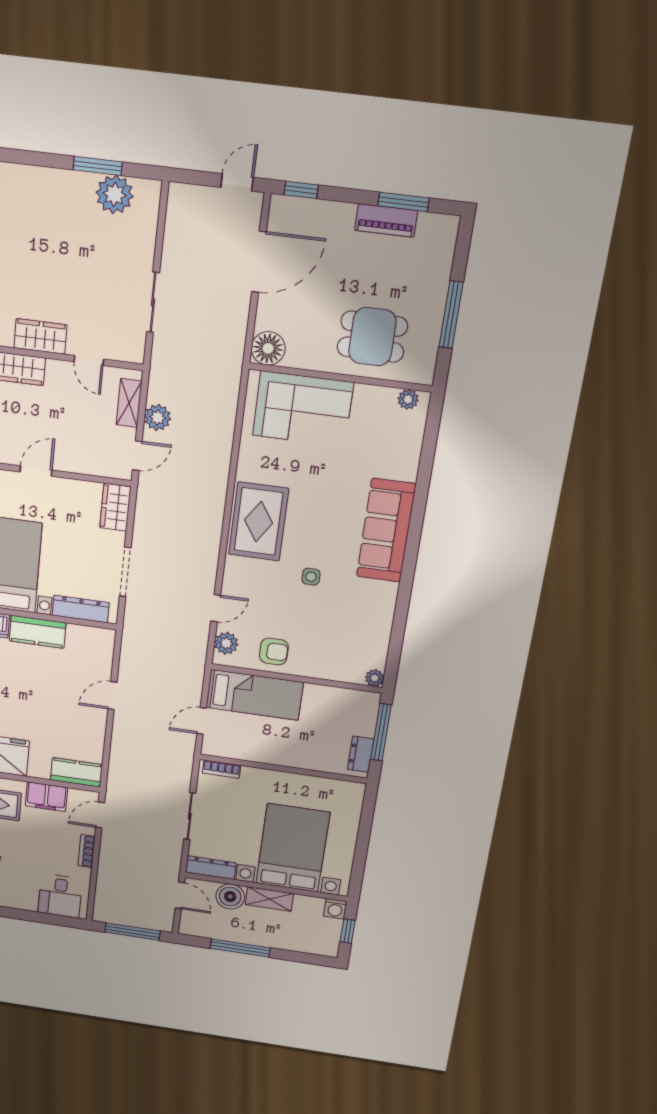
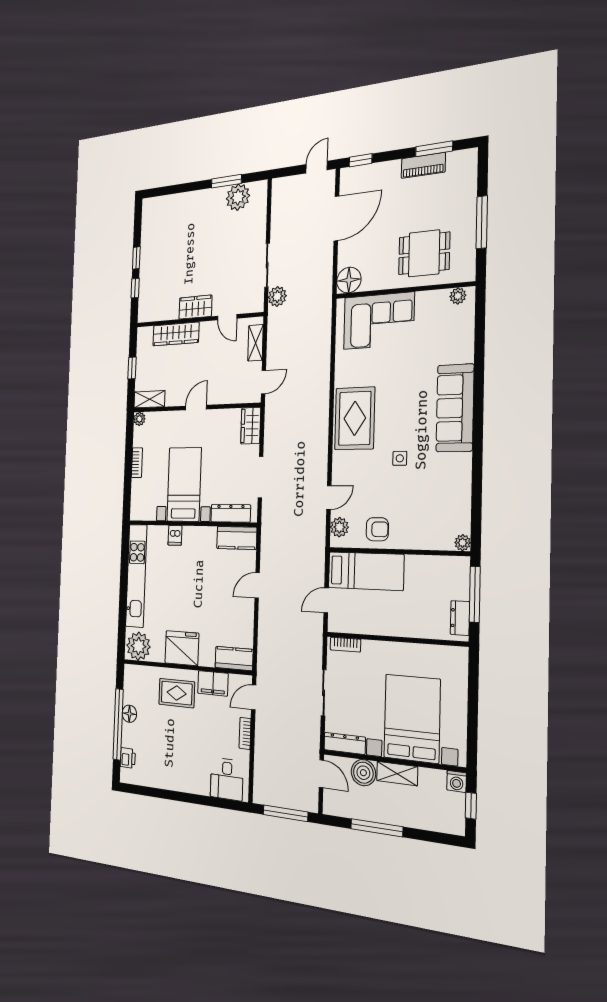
plant: (158, 417) -> (277, 296), moved
kitchen counter: (38, 632) -> (237, 538), moved

